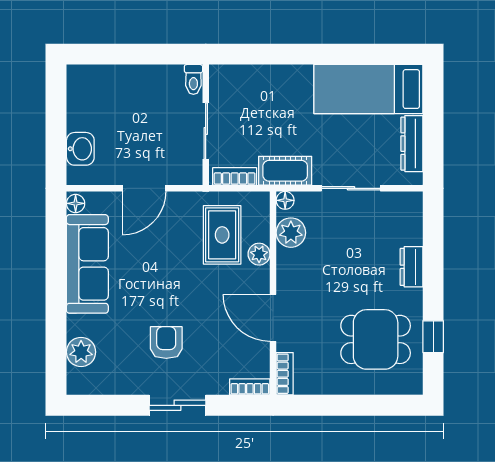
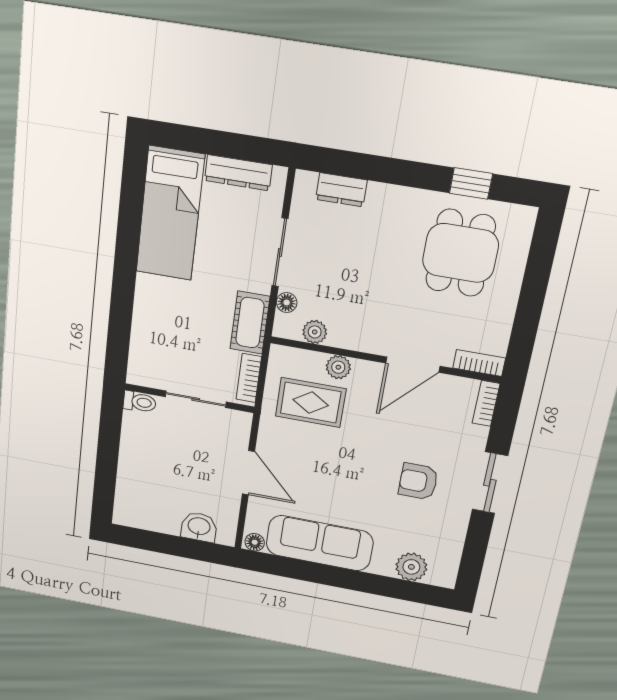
floor lamp: (285, 200) -> (287, 303), moved
plant: (291, 233) -> (315, 332), width x0.73, depth x0.73
dresser: (411, 267) -> (341, 190), moved

